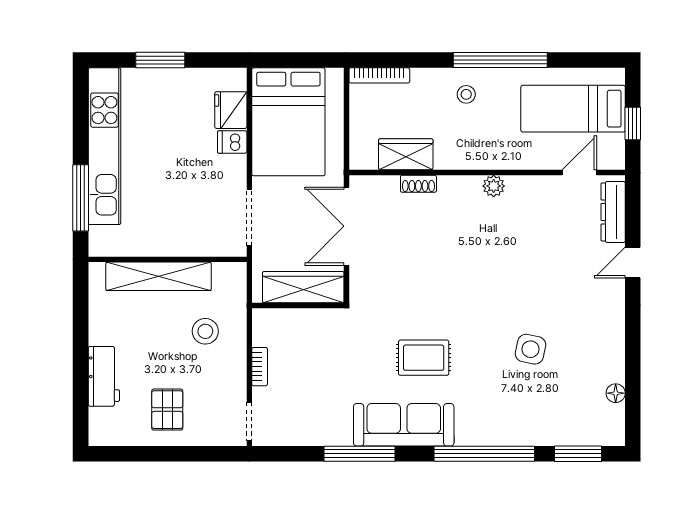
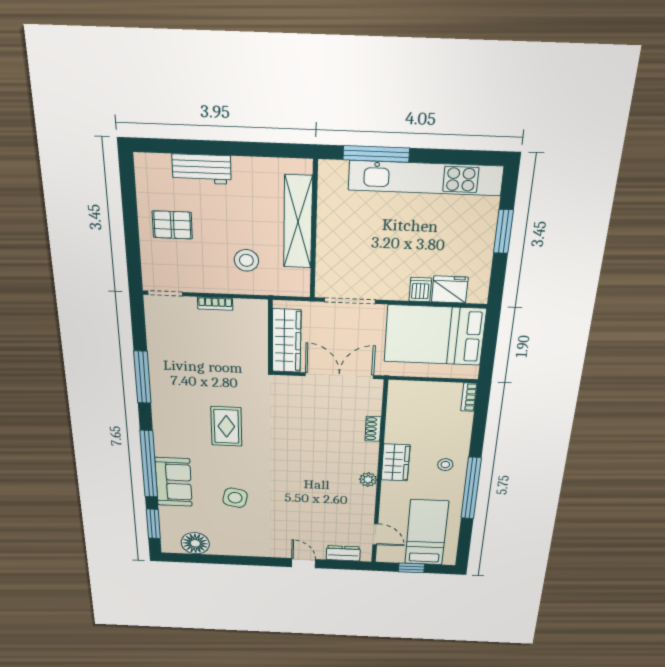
bookcase: (379, 75) -> (469, 397), width x0.64
wardrobe: (406, 154) -> (396, 463), moved
dresser: (613, 212) -> (343, 553), width x0.70
floor lamp: (616, 393) -> (195, 543), width x1.89, depth x1.89
sofa: (404, 425) -> (174, 482), moved, width x0.73

